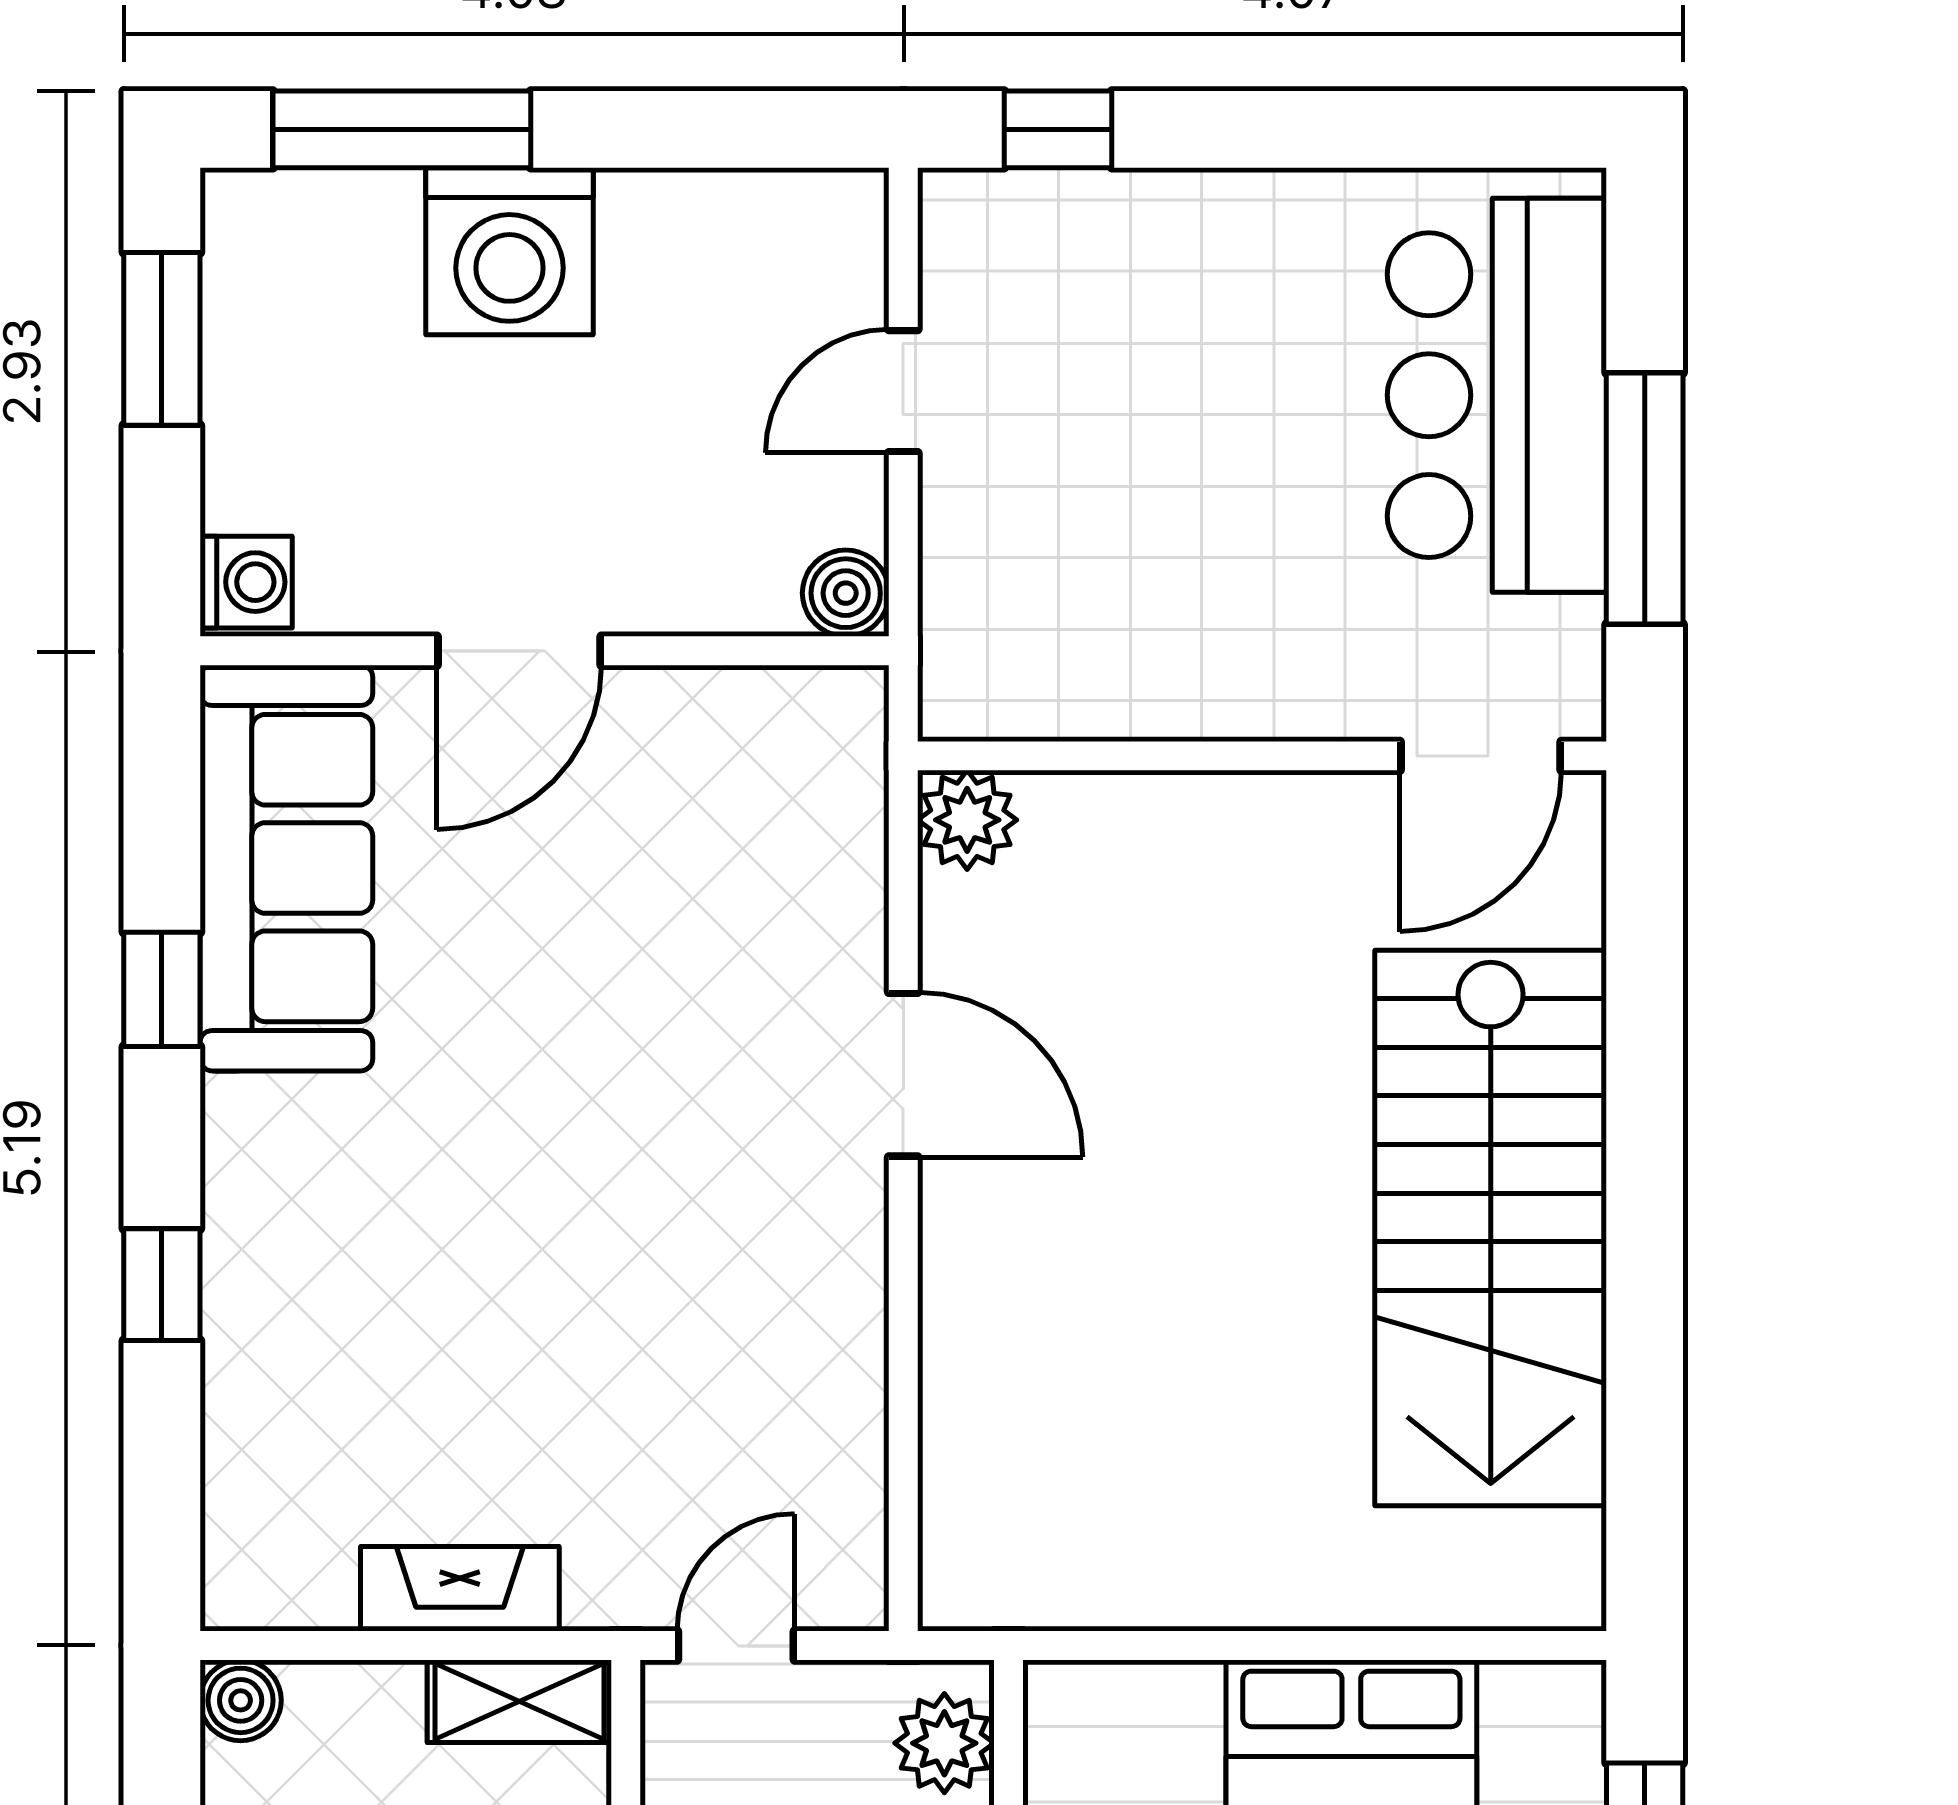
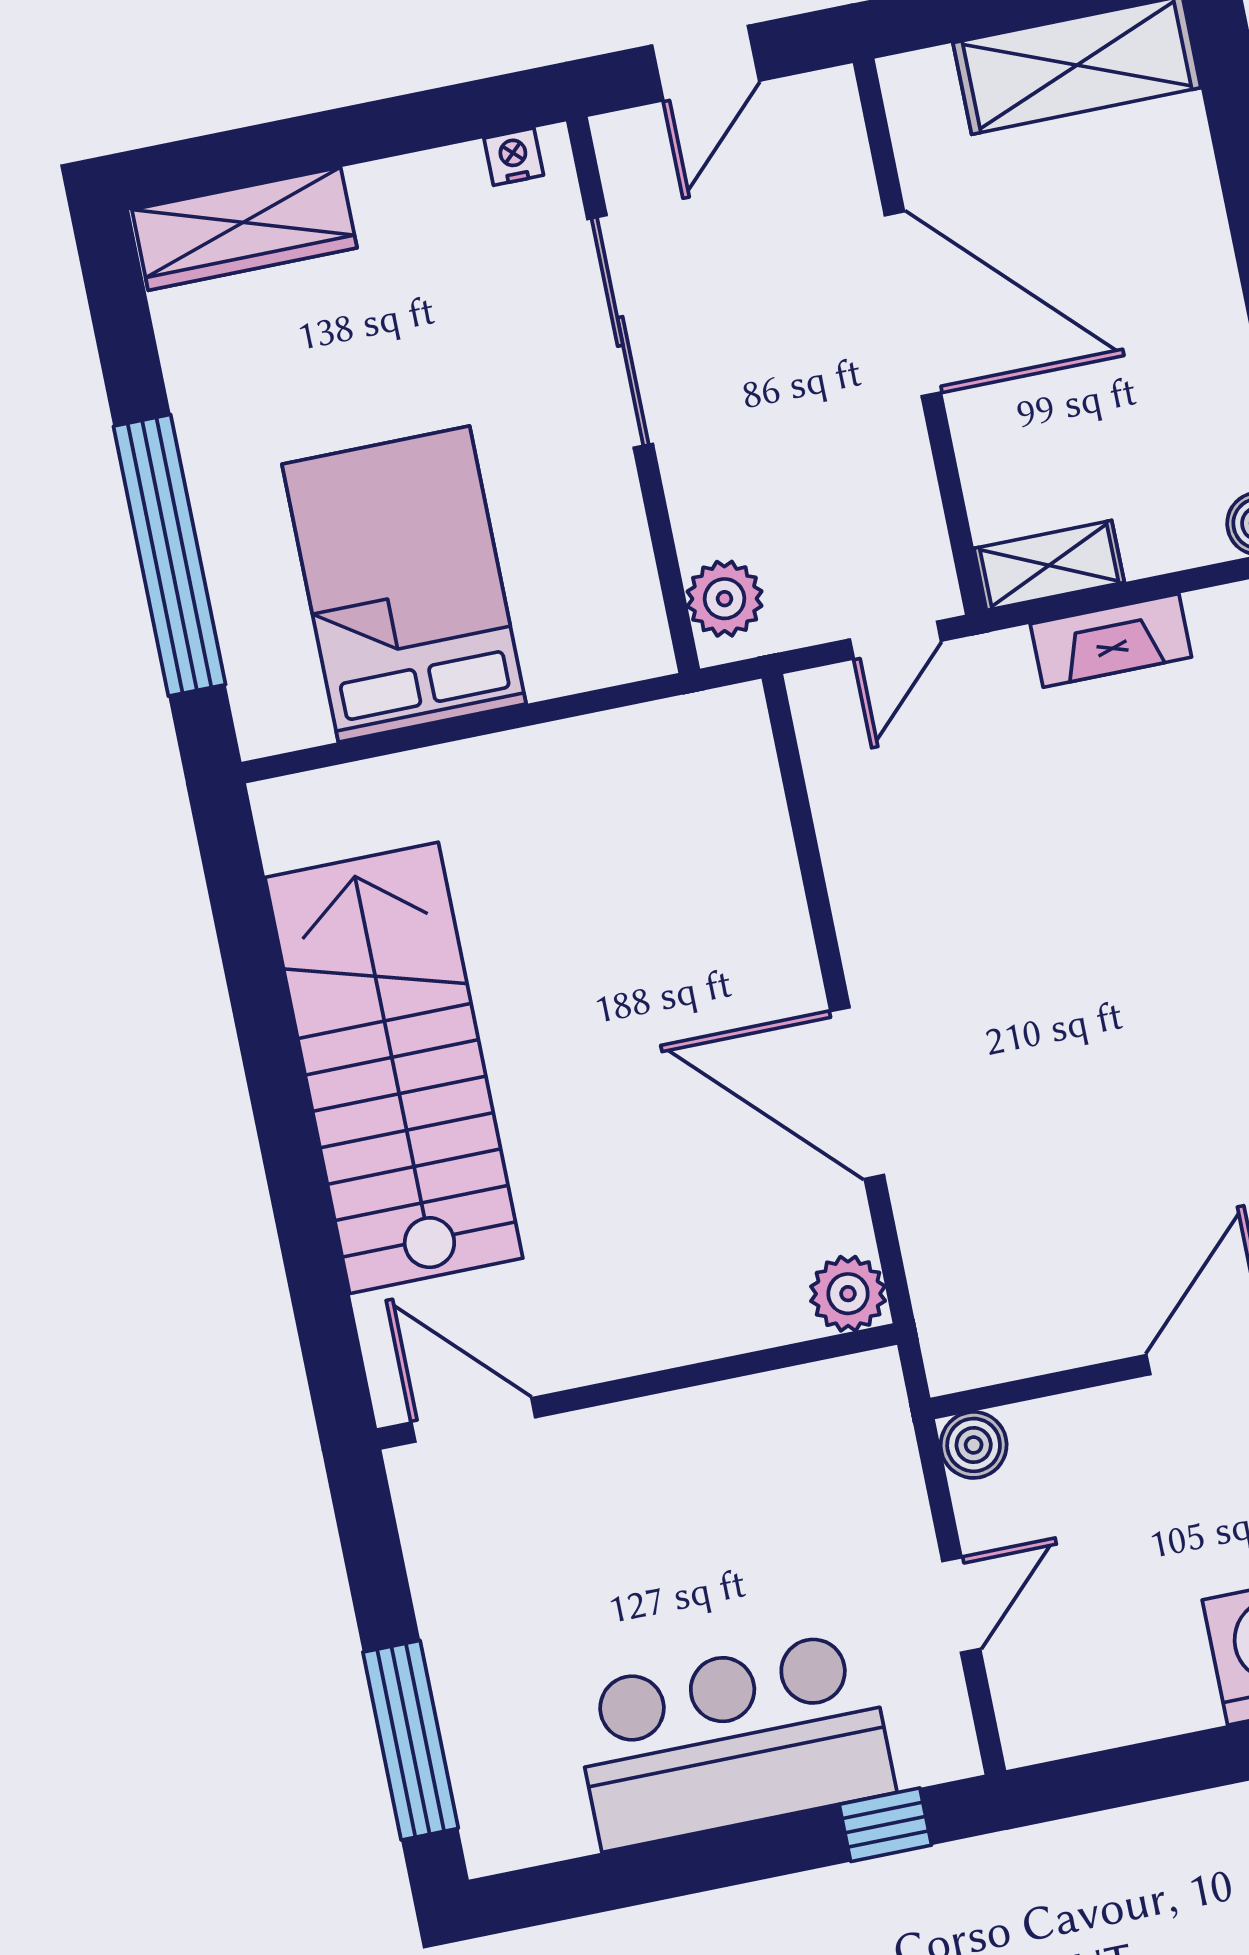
bar counter: (1497, 395) -> (733, 1740), moved, turned -90
window: (1645, 498) -> (411, 1740), moved
door: (1481, 756) -> (473, 1420), hinge flipped
door: (903, 1075) -> (857, 1093), width x1.36

